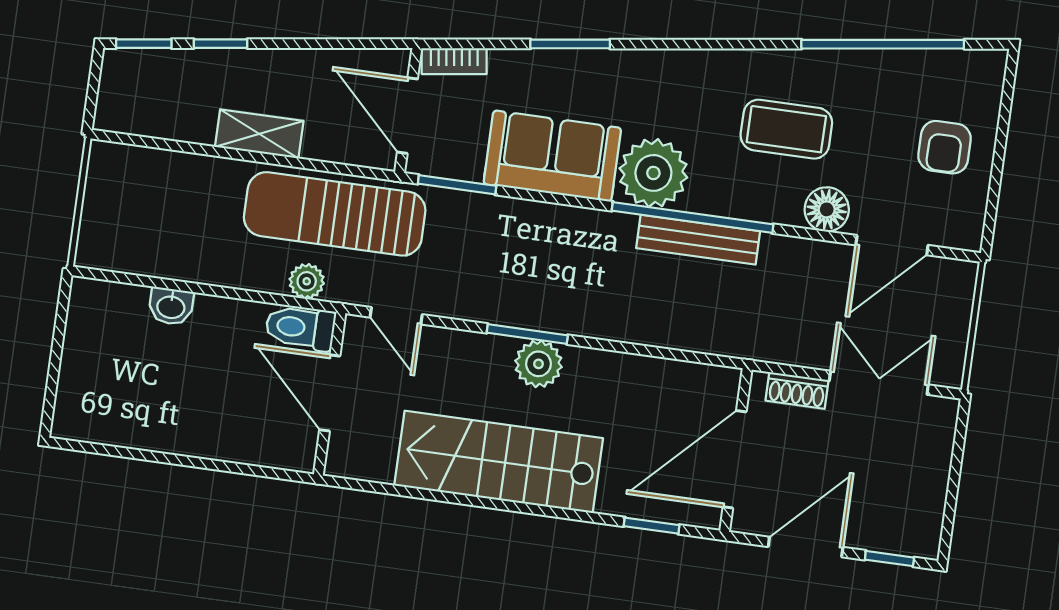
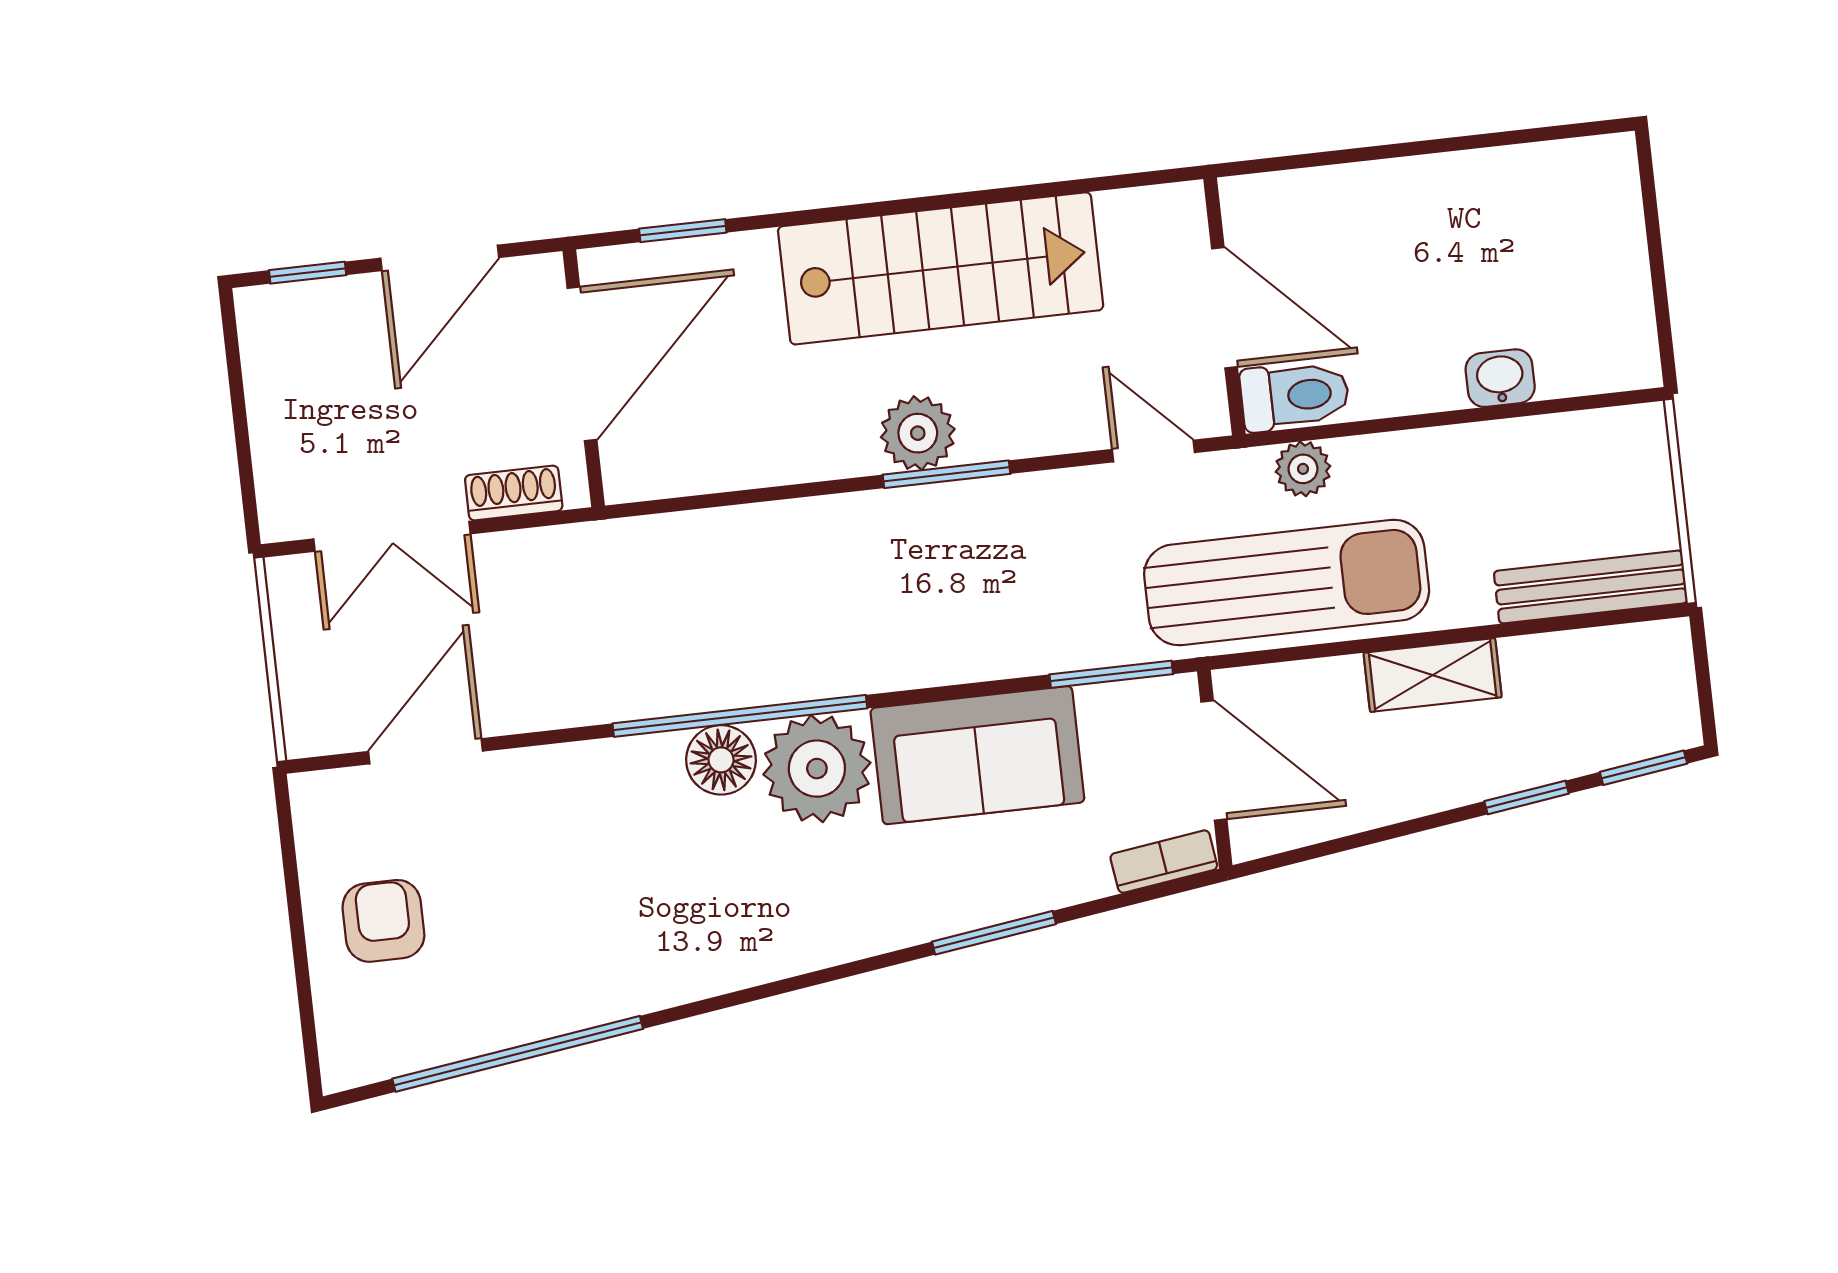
coffee table: (786, 129) -> (631, 887), removed
floor lamp: (827, 209) -> (721, 760), moved
bench: (698, 240) -> (1591, 587), moved

